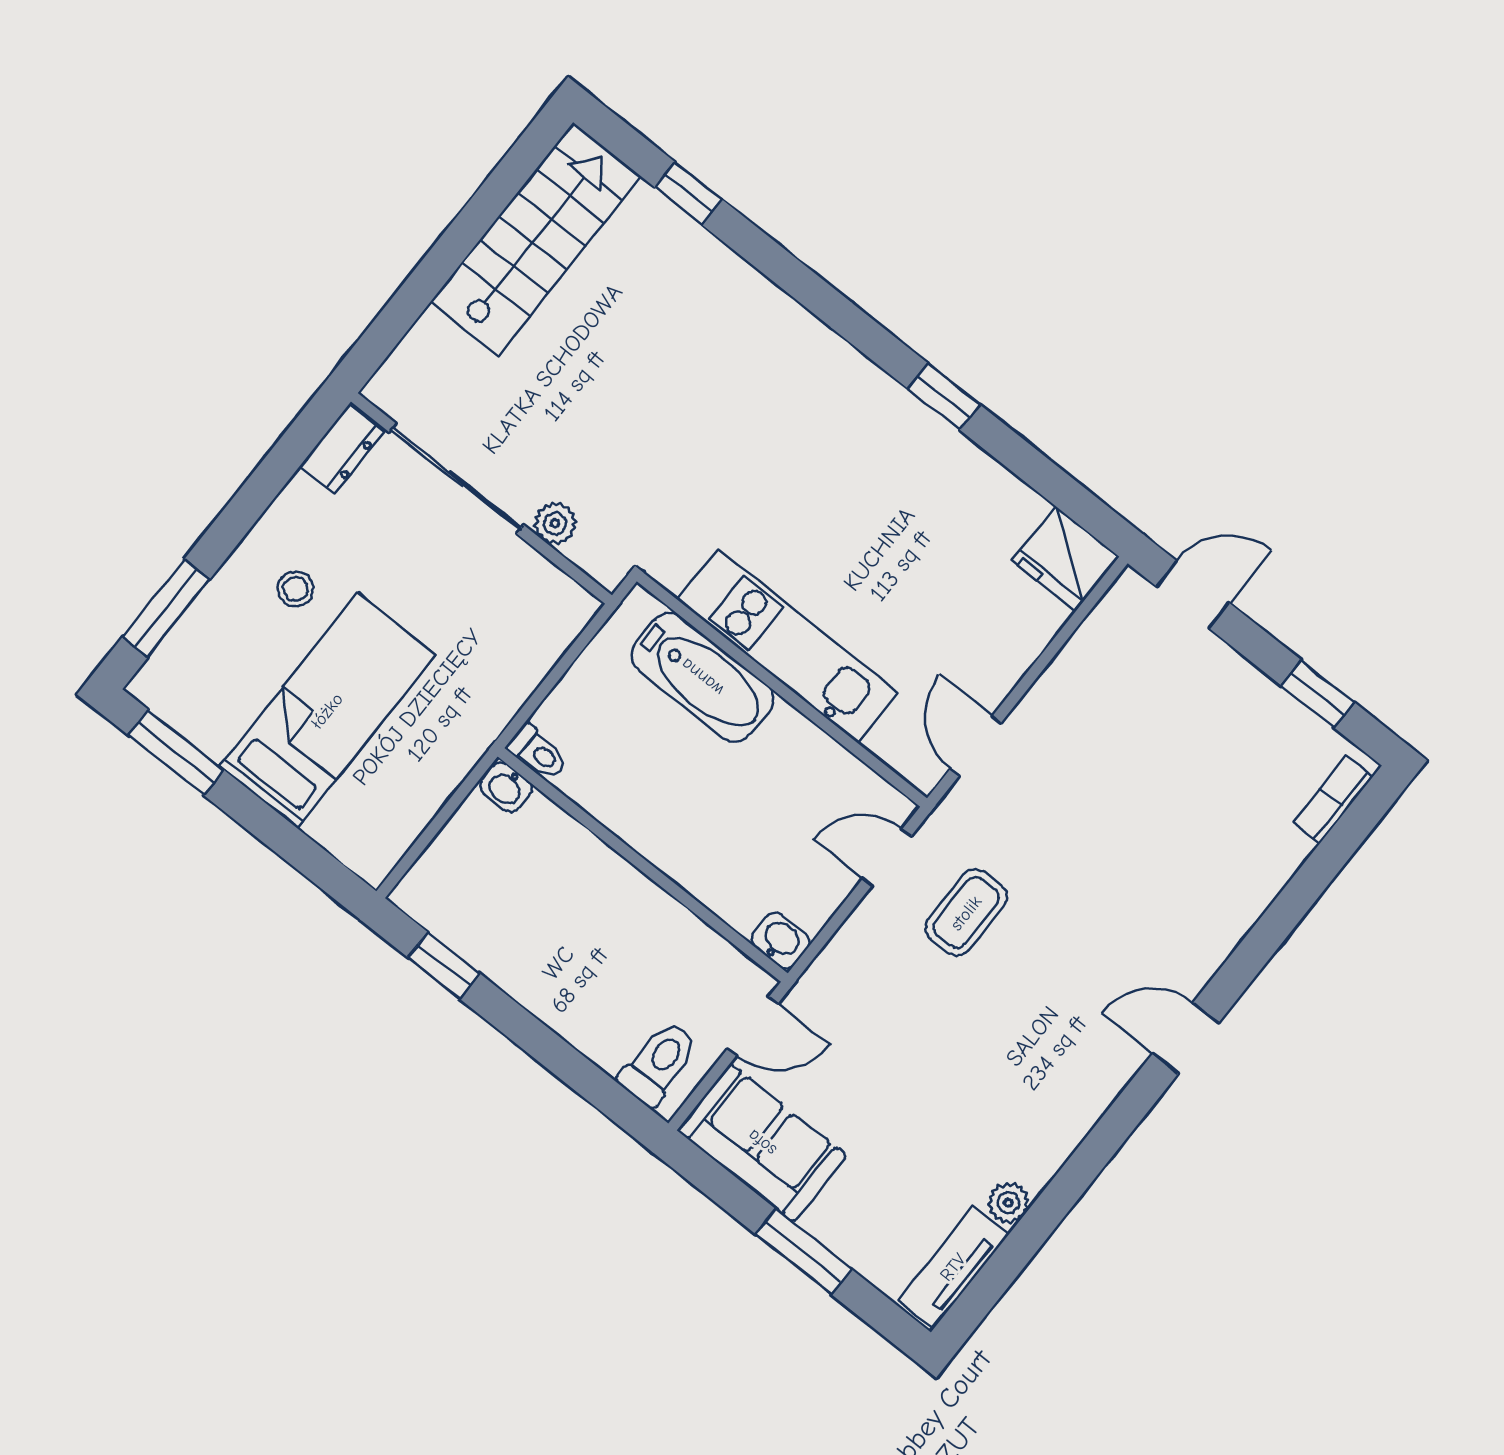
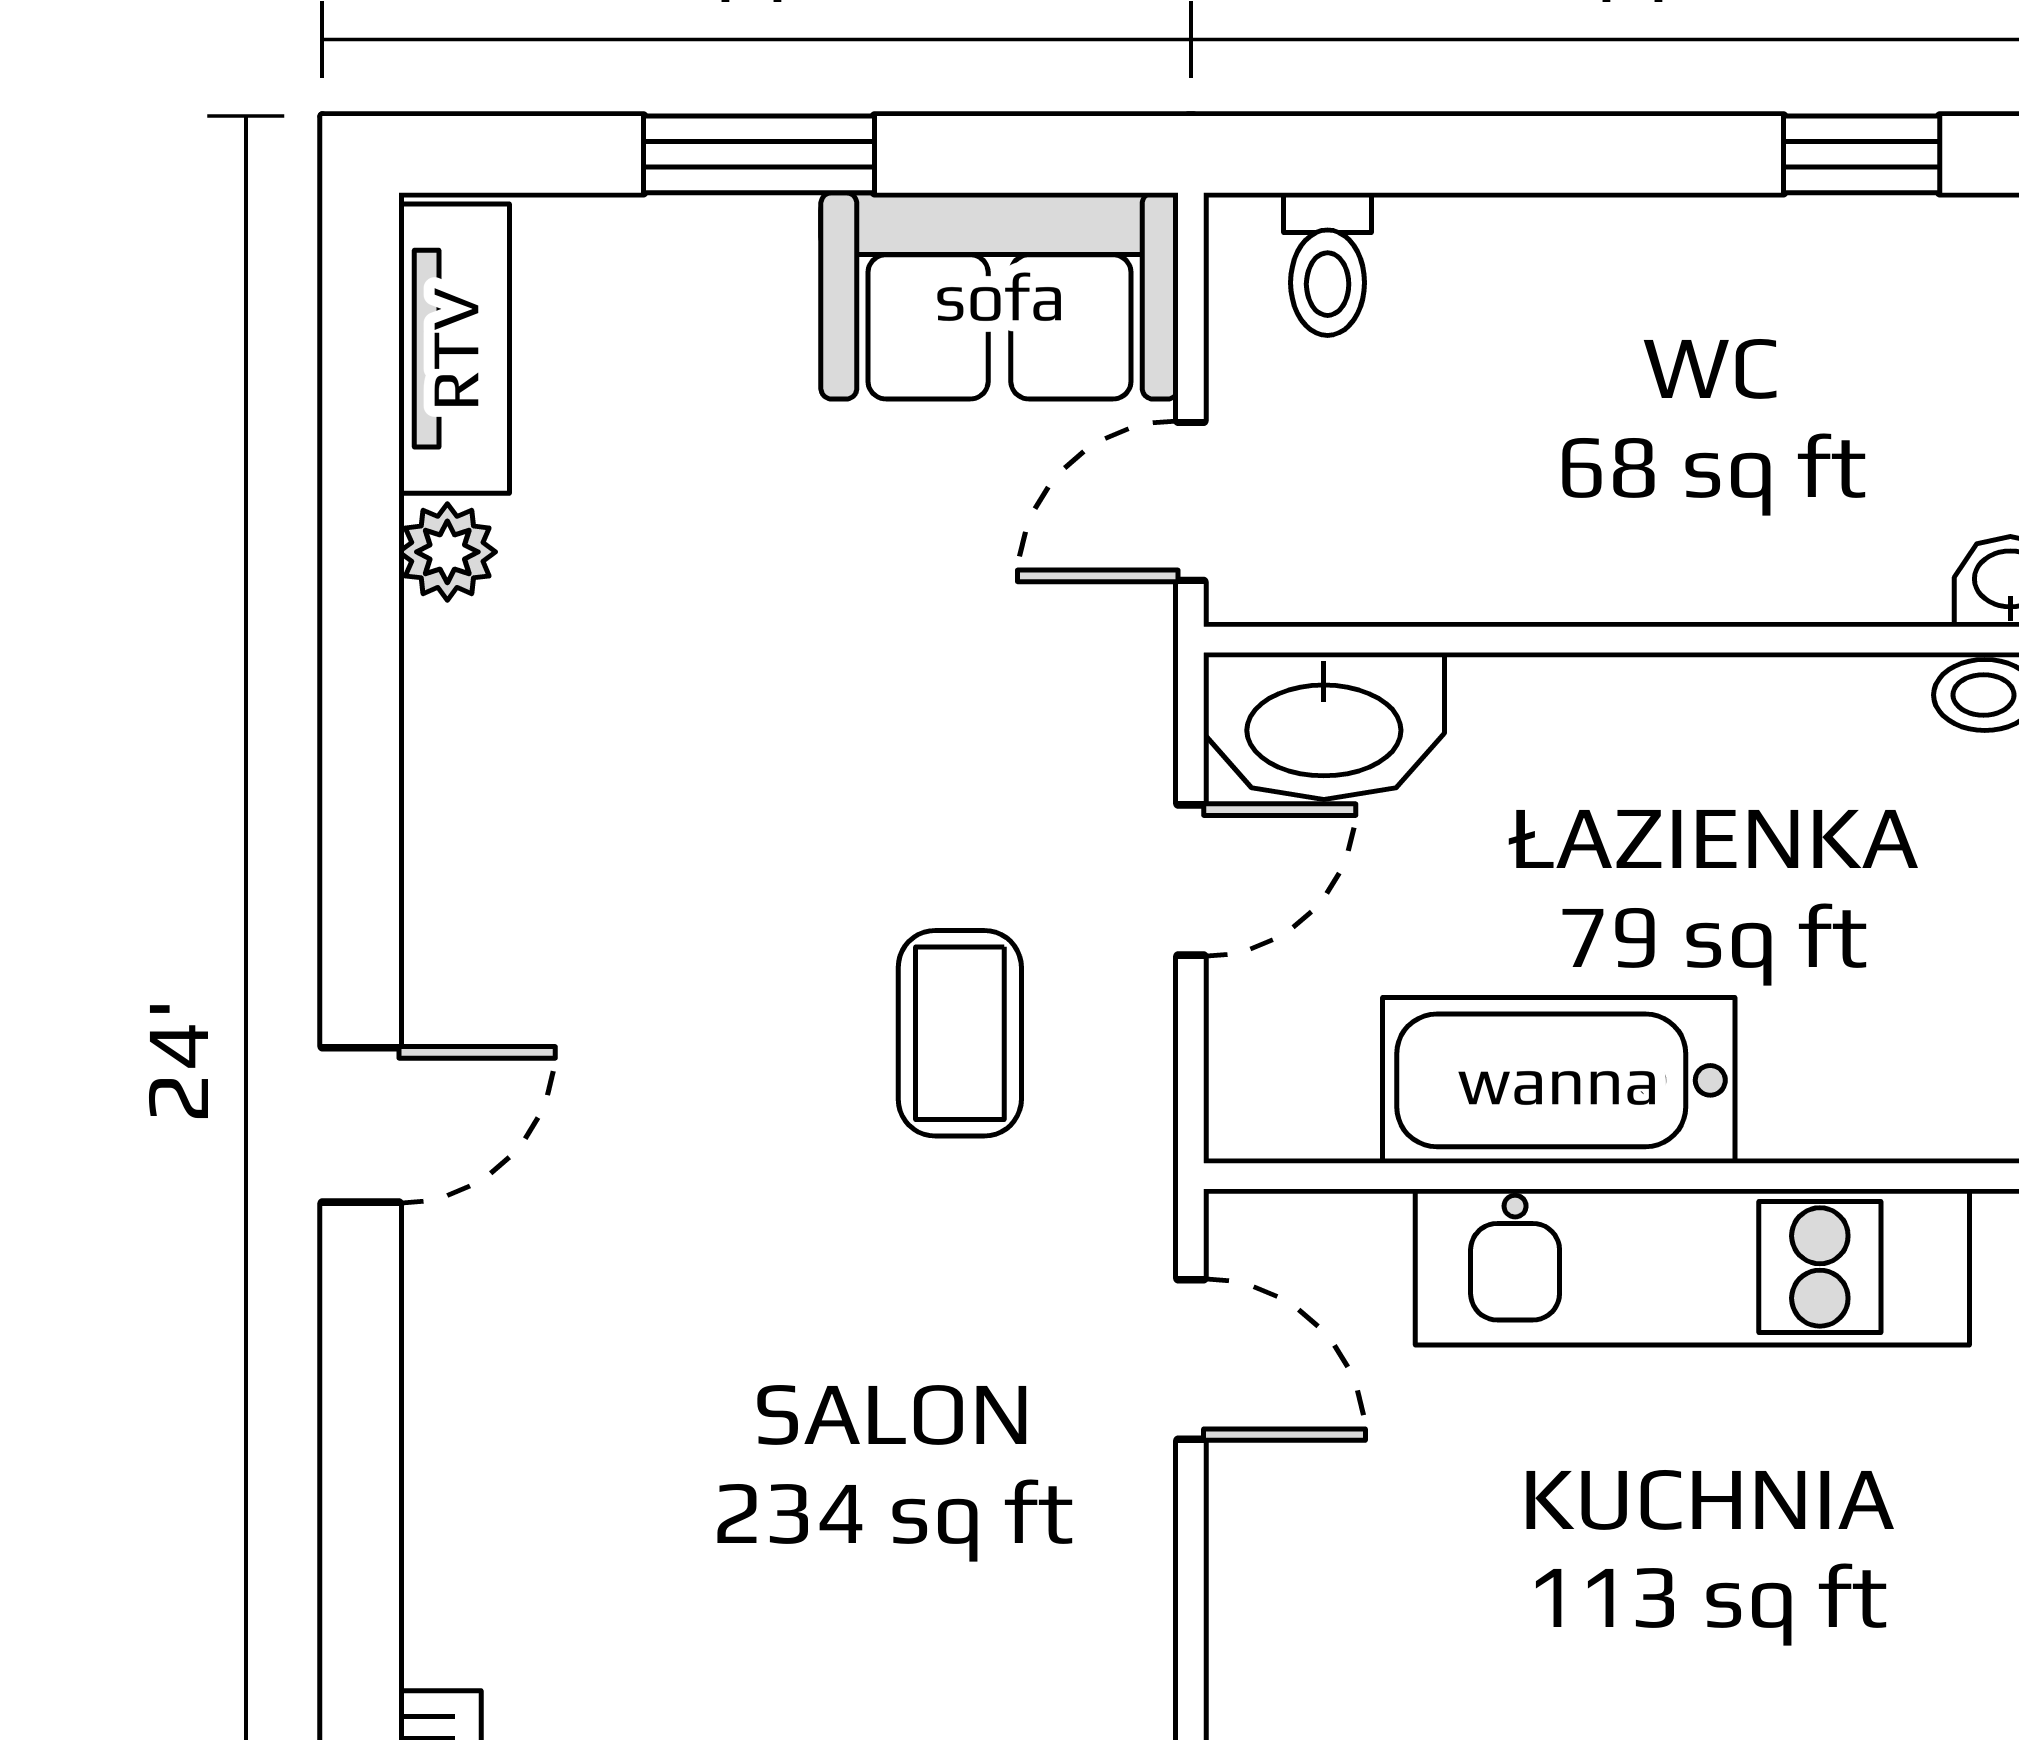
bathtub: (702, 677) -> (1559, 1080), moved
door: (887, 857) -> (1191, 880), moved
washbasin: (780, 941) -> (1324, 726), width x1.91, depth x1.45
toilet: (659, 1063) -> (1328, 264), width x0.73, depth x0.72

